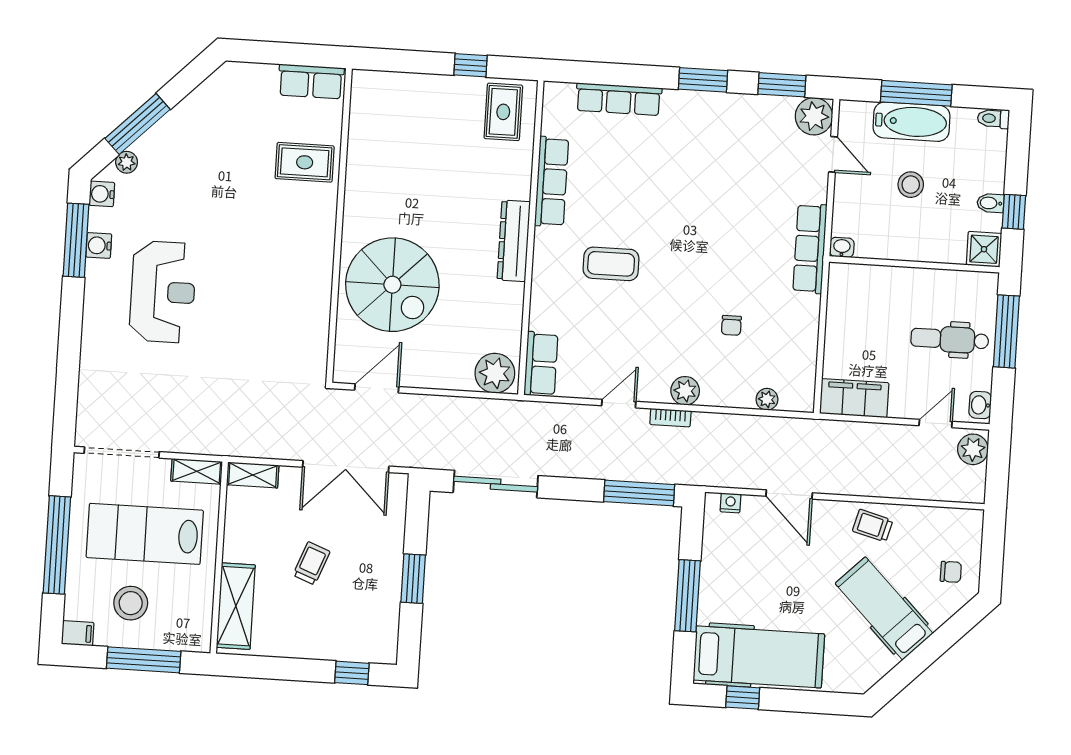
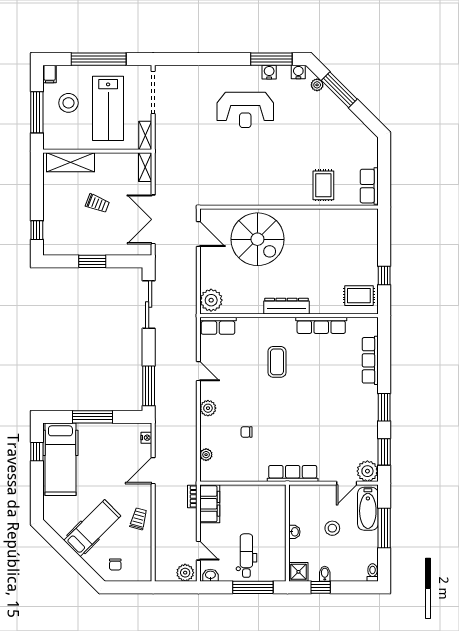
bathtub: (912, 122) -> (368, 509), moved
washbasin: (842, 247) -> (294, 532), moved
spiral stairs: (392, 285) -> (257, 239), turned -90
bookcase: (670, 418) -> (192, 497), moved
lab bench: (145, 534) -> (108, 108), turned 180

